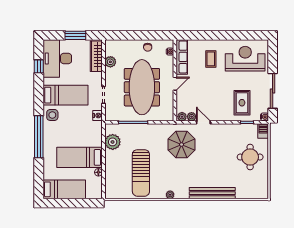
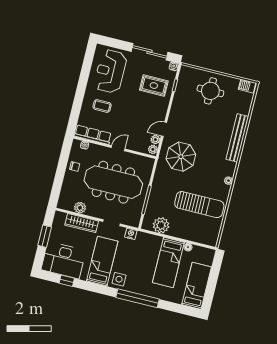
wardrobe: (96, 56) -> (82, 223), moved
door: (175, 84) -> (118, 148), hinge flipped
barbecue: (263, 131) -> (247, 86), moved

